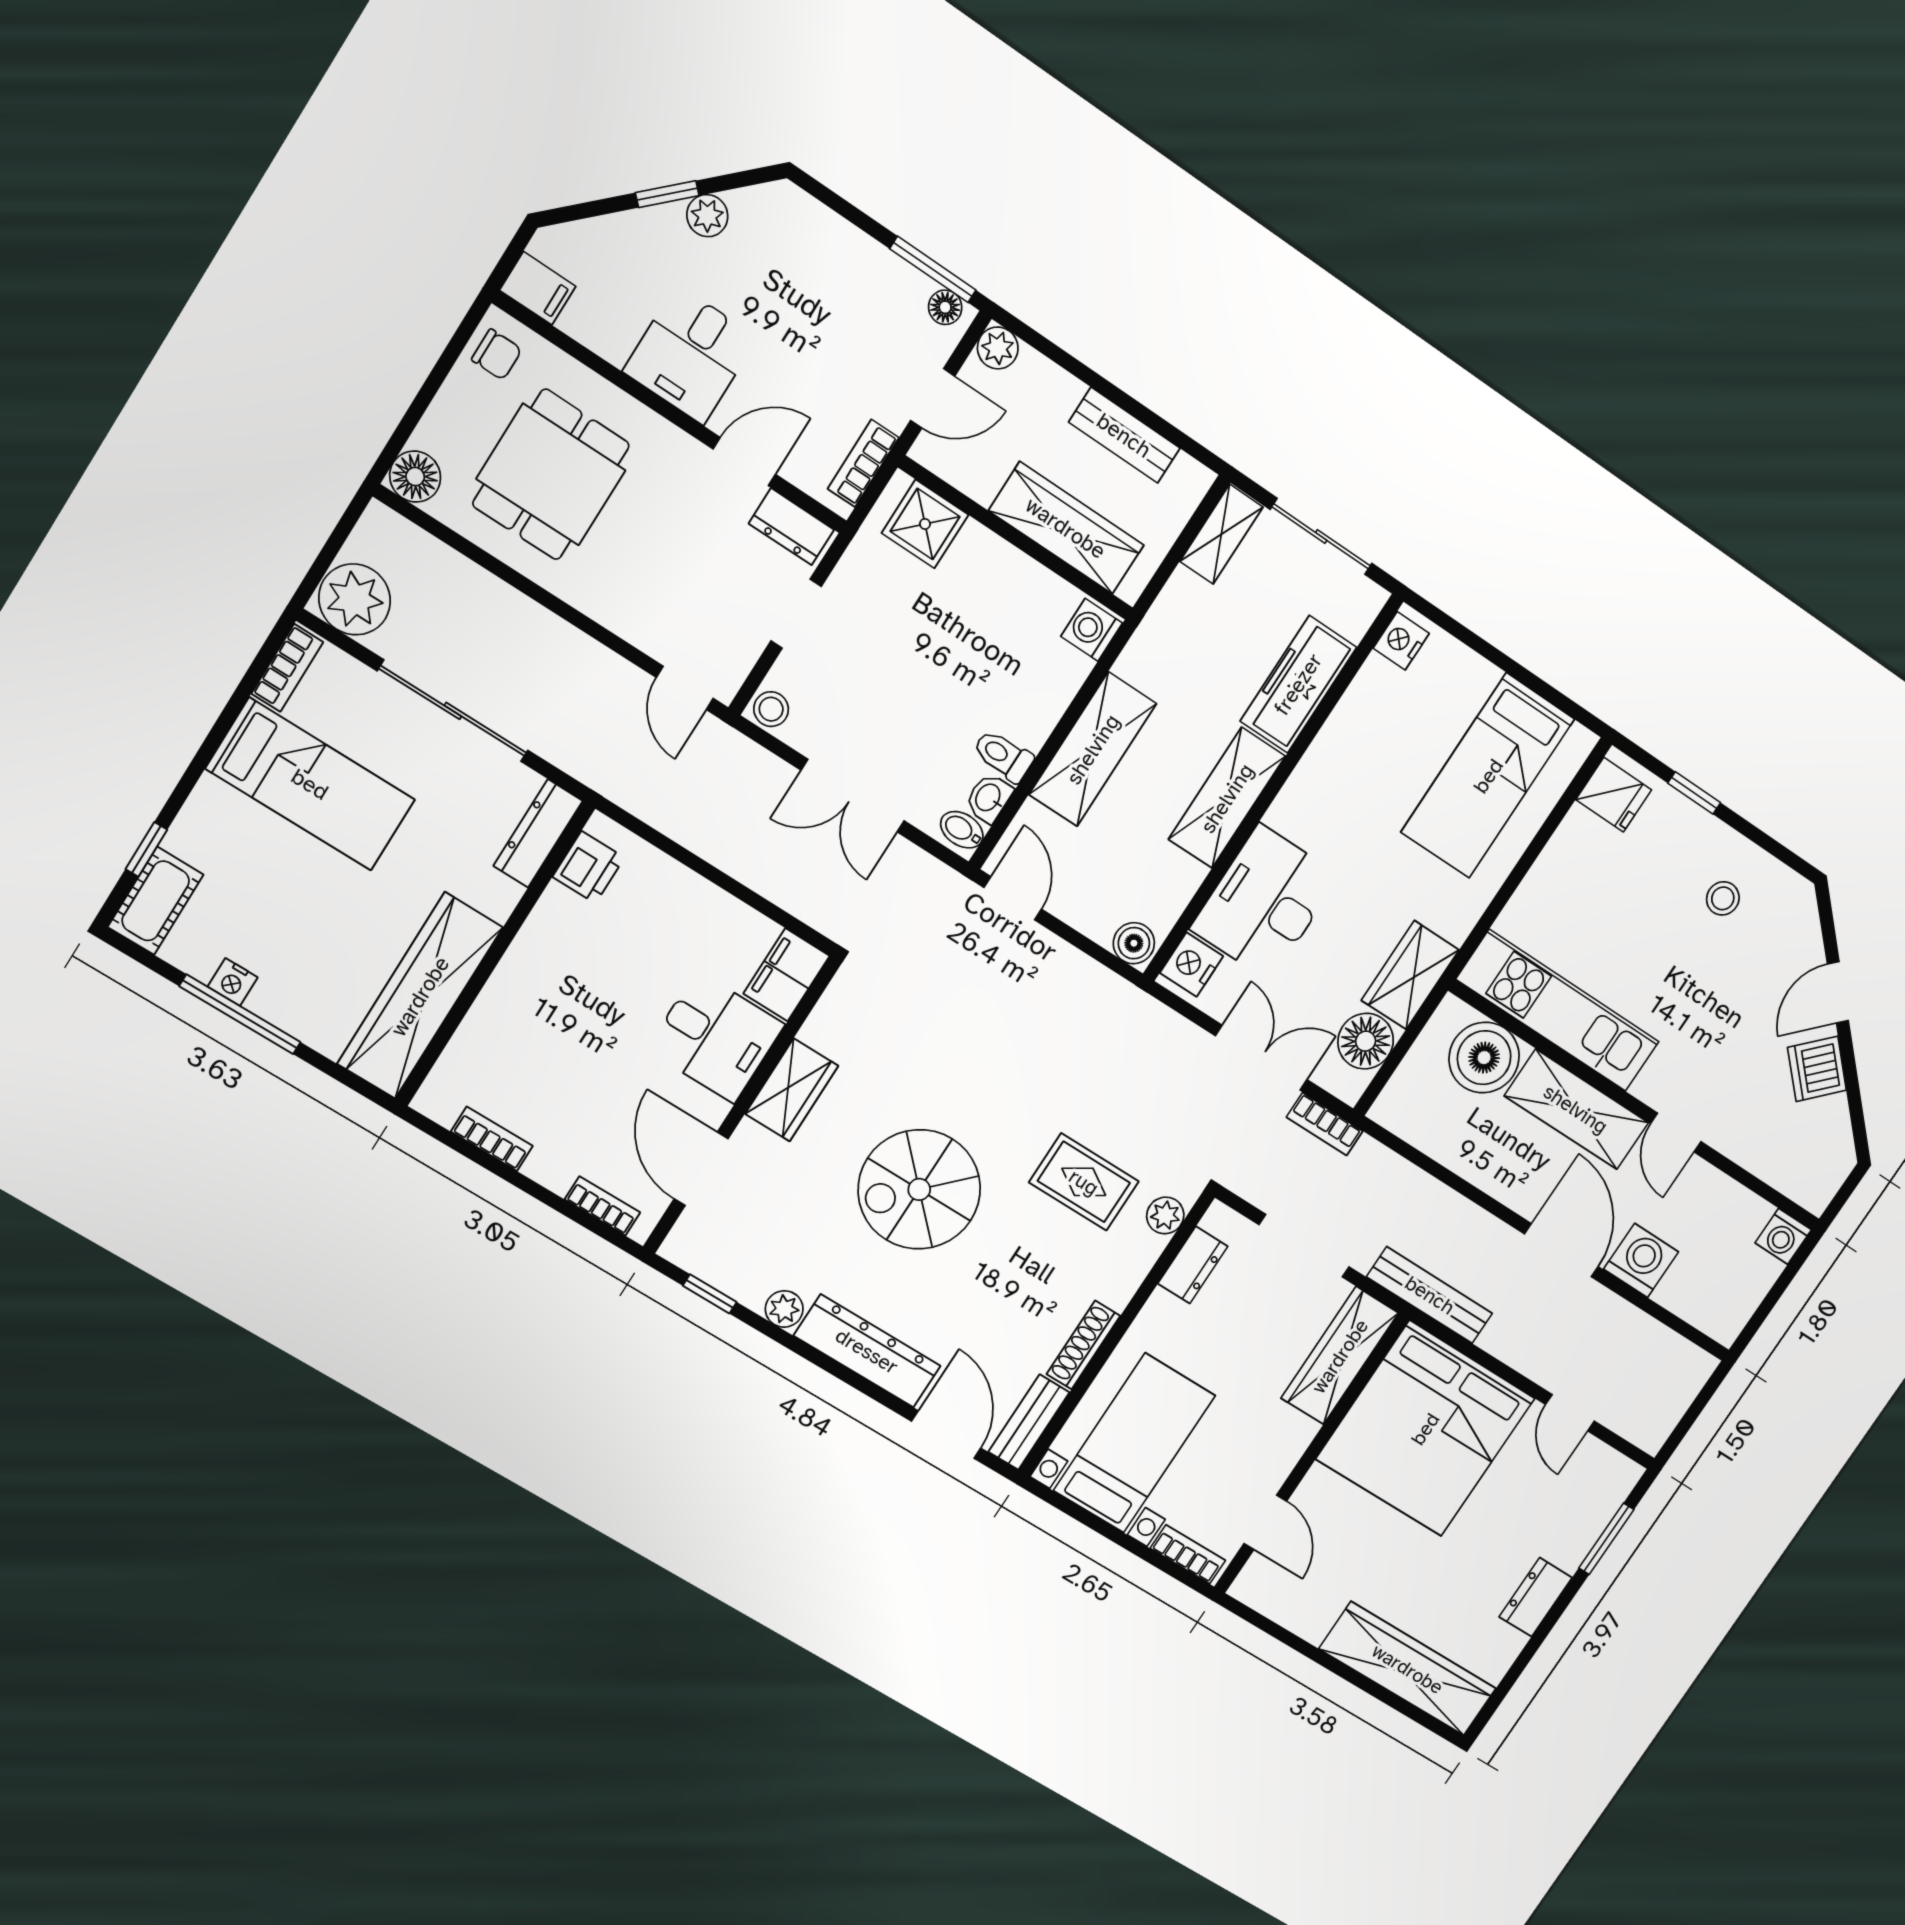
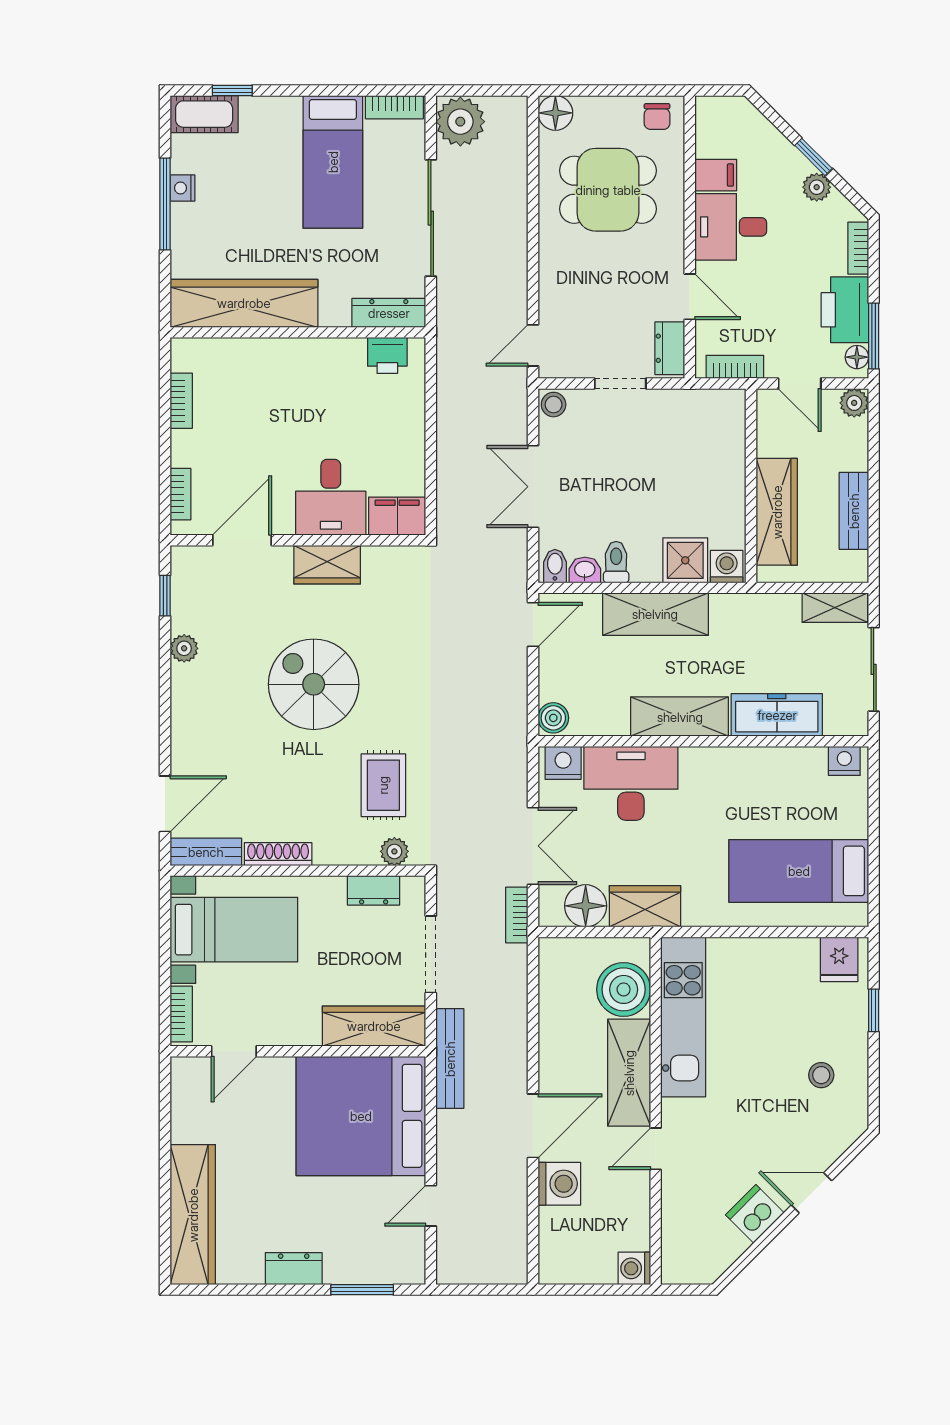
bookcase: (814, 215) -> (858, 248), added
printer: (879, 283) -> (845, 310), added
filing cabinet: (538, 288) -> (716, 175), moved, turned -90
shower: (925, 524) -> (685, 560), moved
dresser: (867, 1351) -> (189, 718), removed

